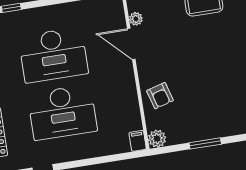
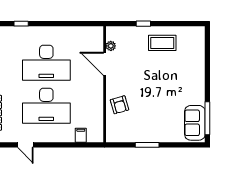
plant: (157, 139) -> (112, 136), removed
filing cabinet: (138, 141) -> (81, 135), moved

